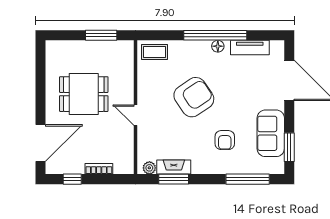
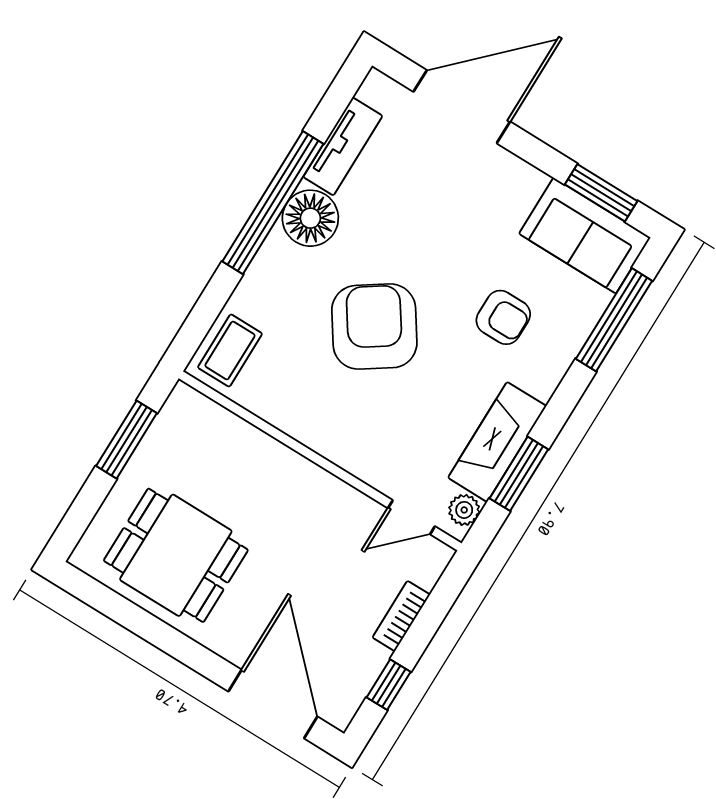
floor lamp: (218, 46) -> (310, 218), width x1.89, depth x1.89
dining table: (84, 94) -> (176, 555), moved, turned 90
door: (135, 115) -> (411, 517), moved
sofa: (271, 133) -> (585, 236), moved
fireplace: (174, 167) -> (497, 442), width x1.37, depth x1.32

